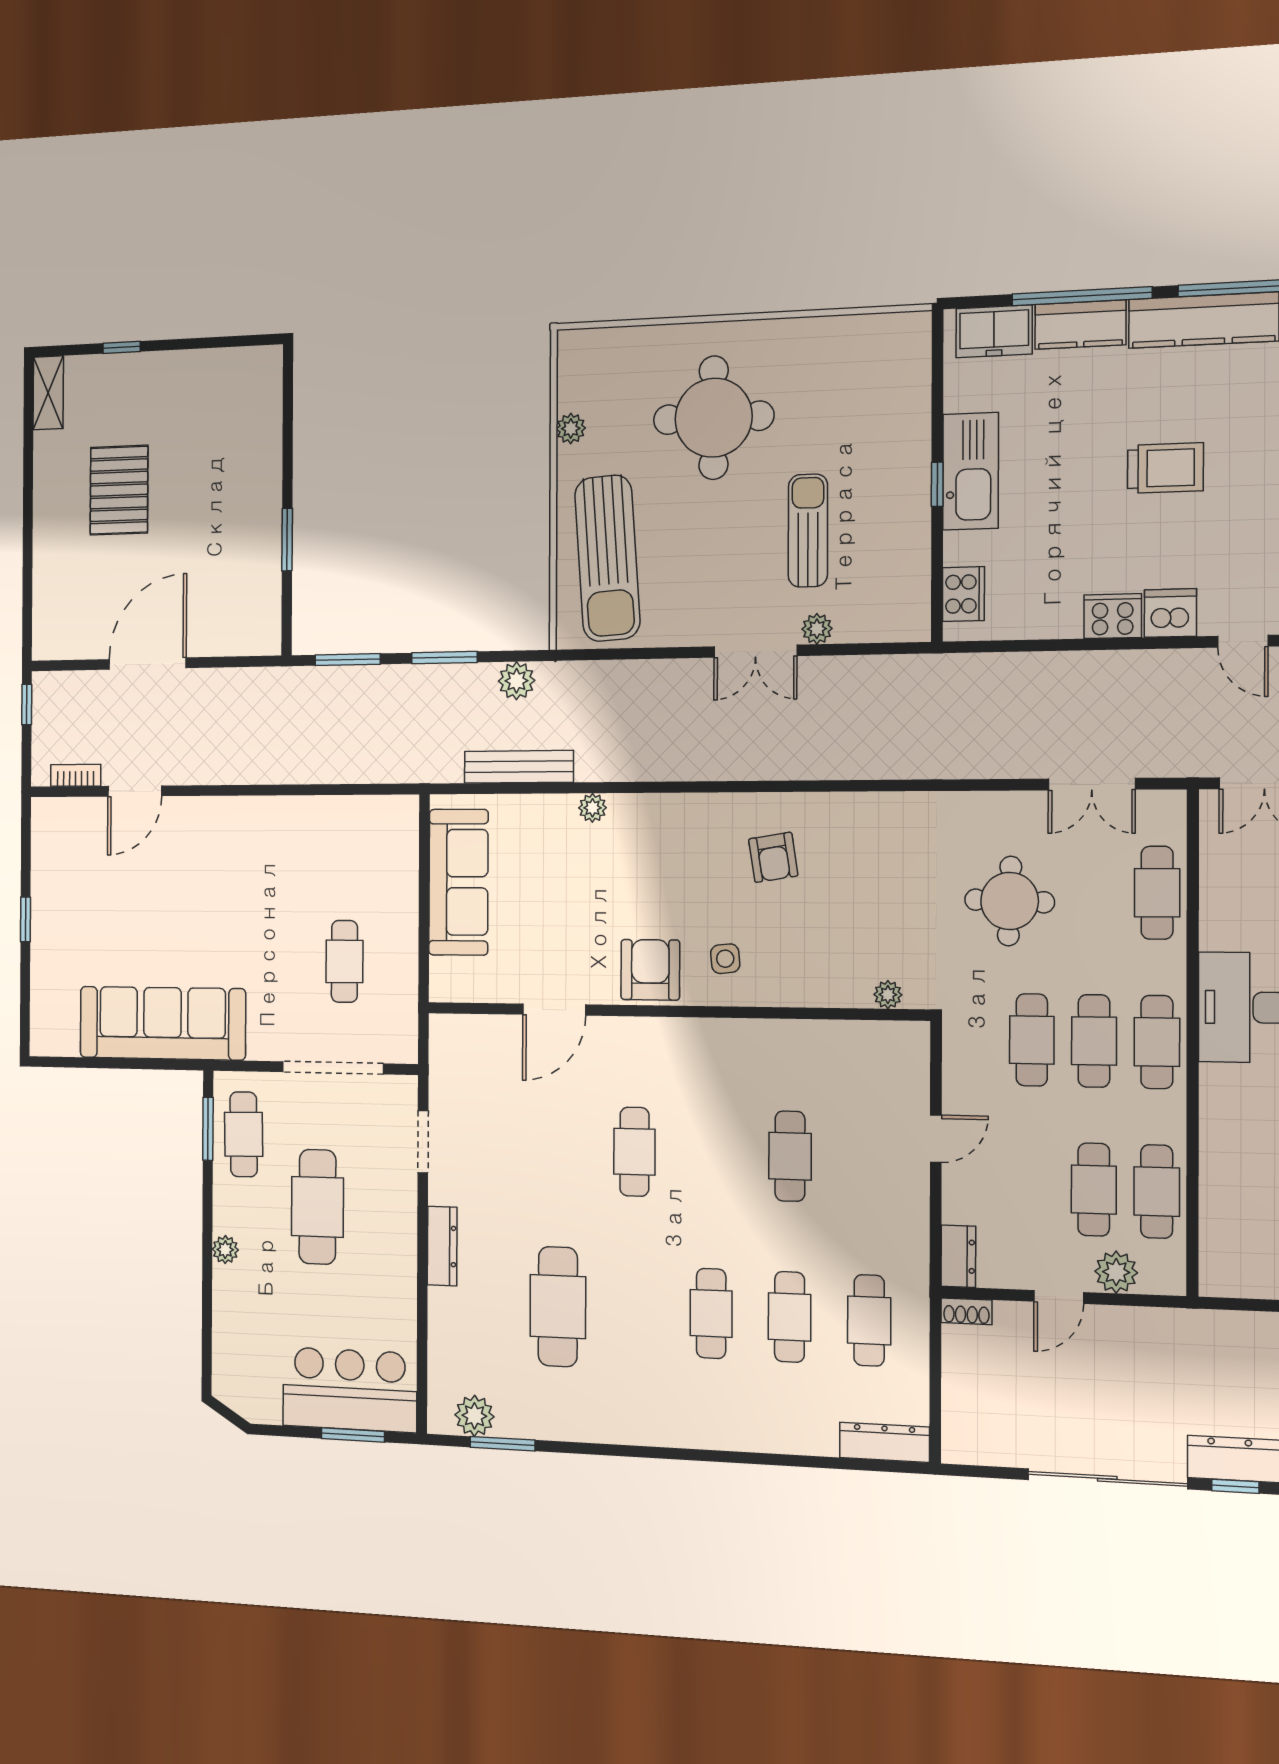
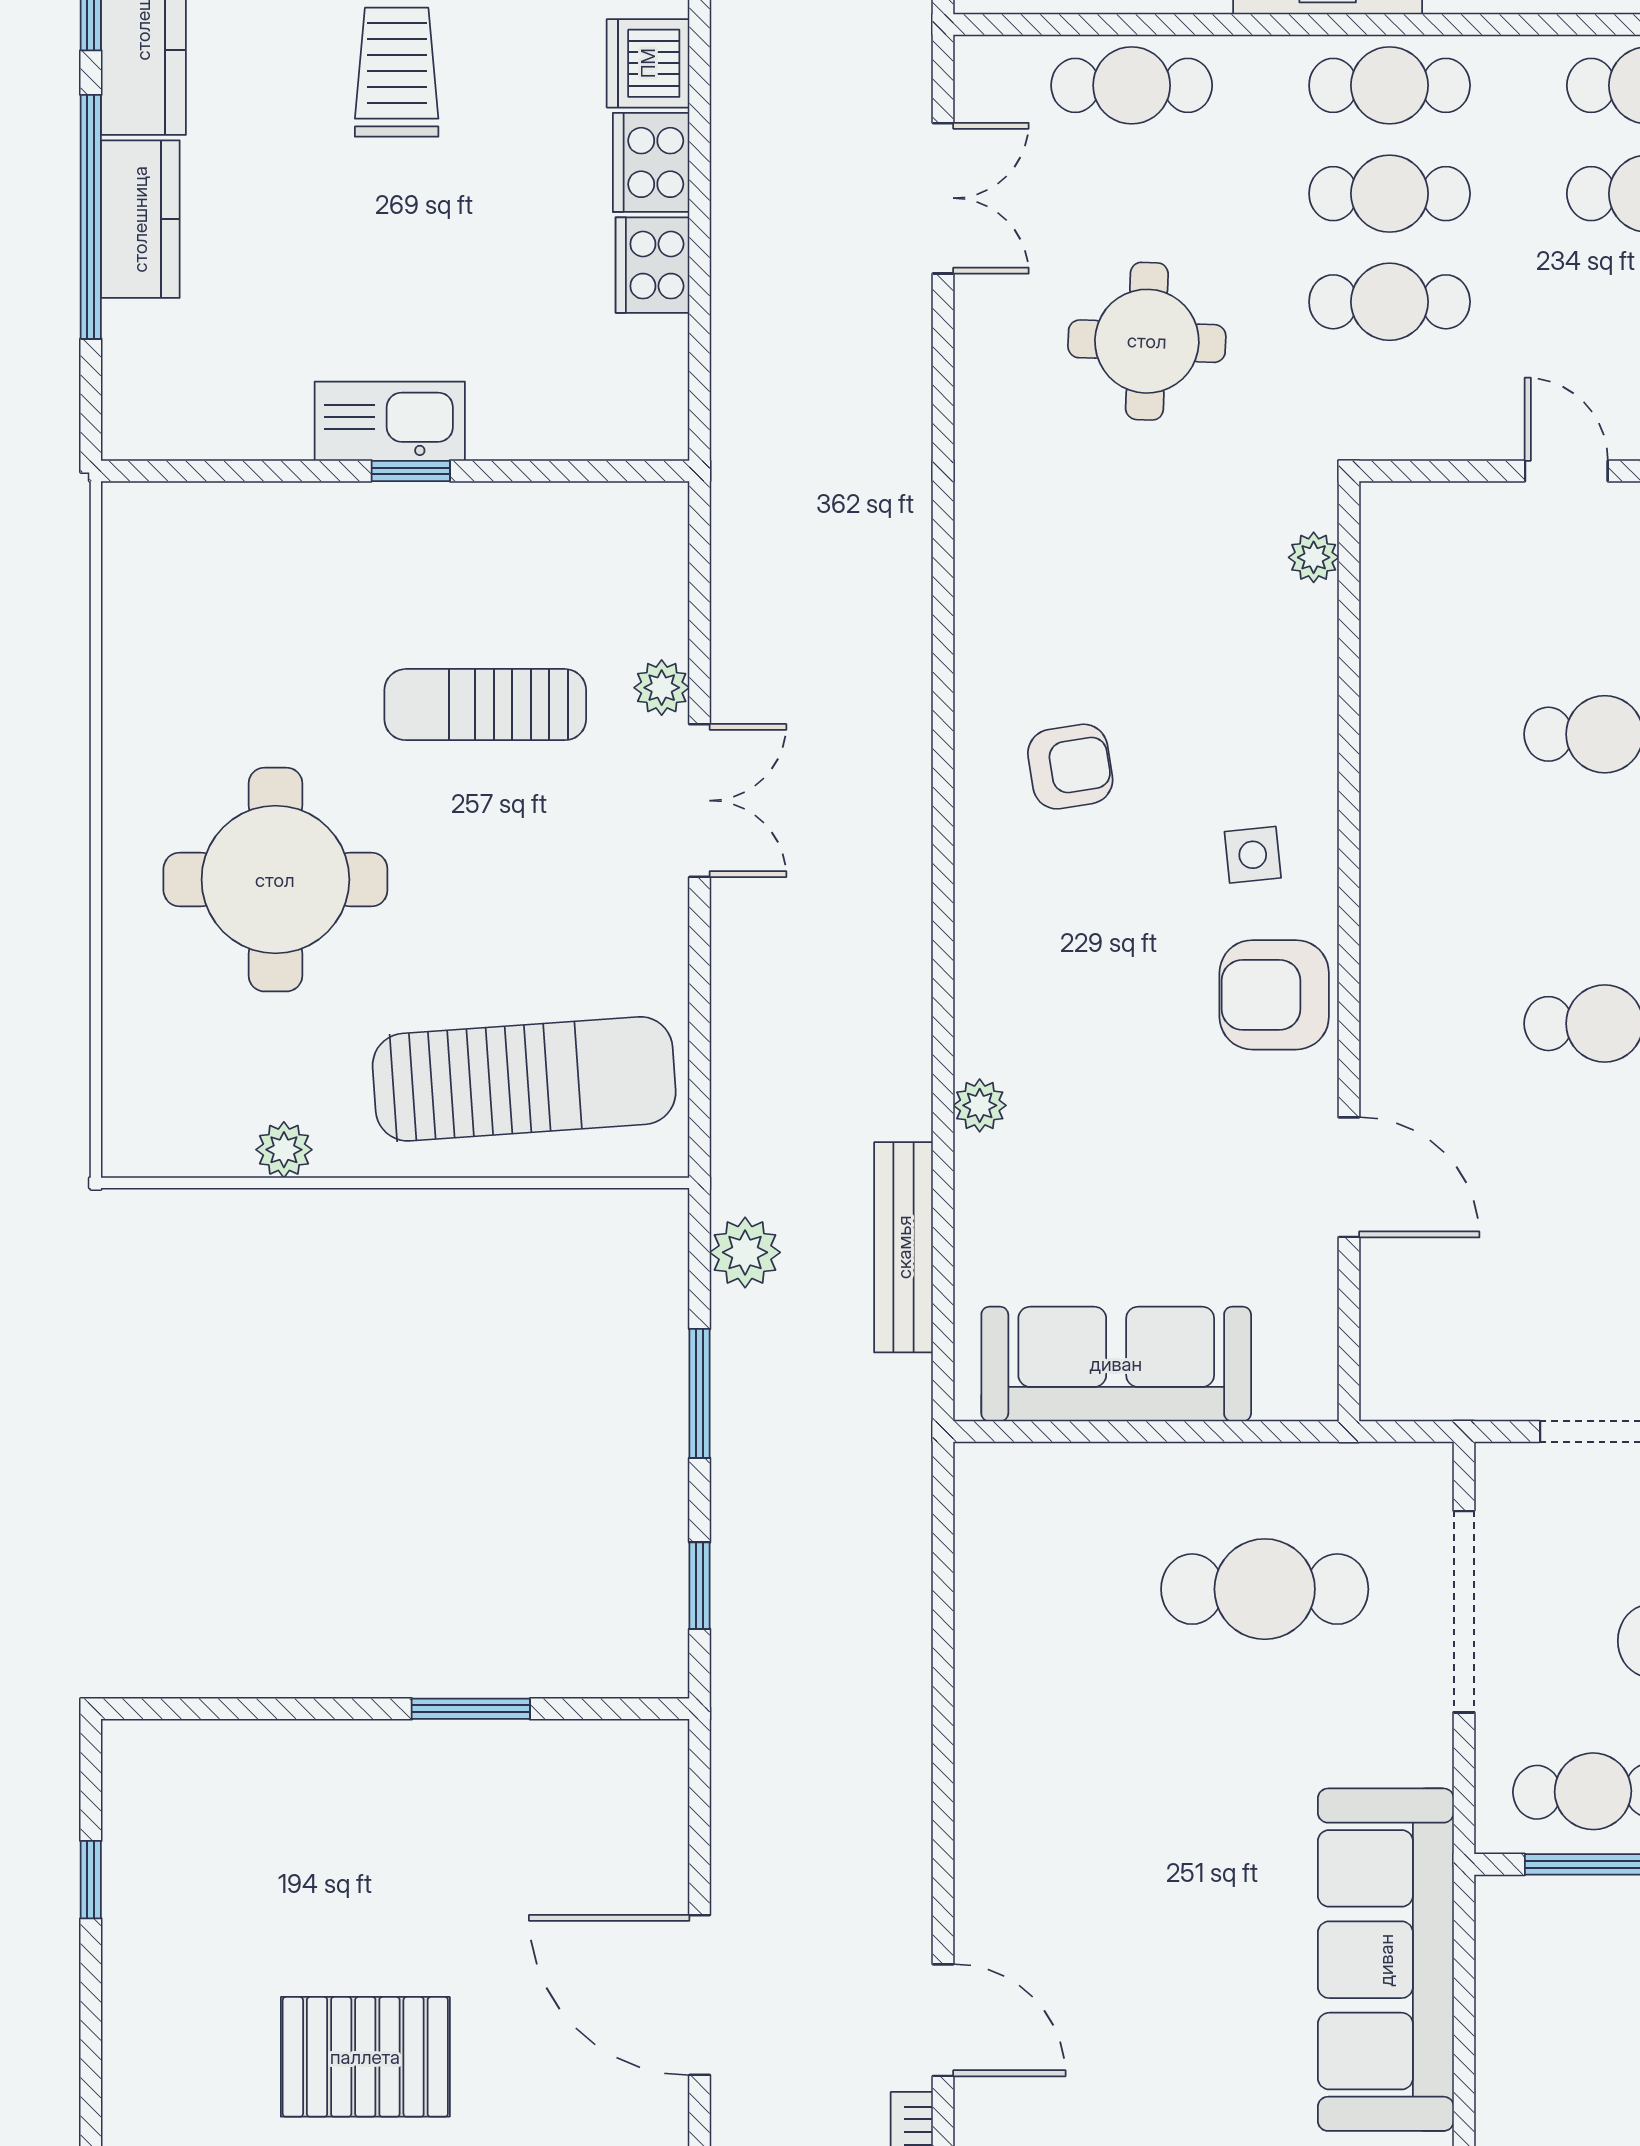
freezer: (994, 331) -> (145, 370), removed
window: (122, 347) -> (91, 1880), moved
kitchen sink: (971, 471) -> (390, 421), width x0.73, depth x0.81
cooker: (963, 594) -> (652, 265), moved, turned -90
window: (348, 660) -> (700, 1586), width x0.67
cafe table: (344, 961) -> (1265, 1589), width x1.37, depth x1.35

